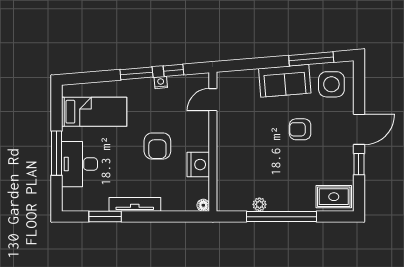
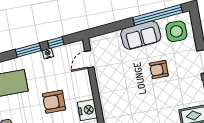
window: (311, 59) -> (158, 15), width x1.46
armchair: (157, 146) -> (54, 102), turned 90

